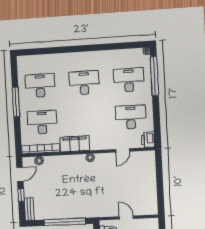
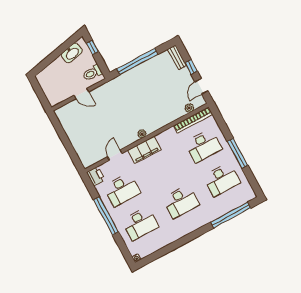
window: (47, 51) -> (231, 215), added
window: (154, 76) -> (106, 216), moved
filing cabinet: (75, 144) -> (144, 150), moved

